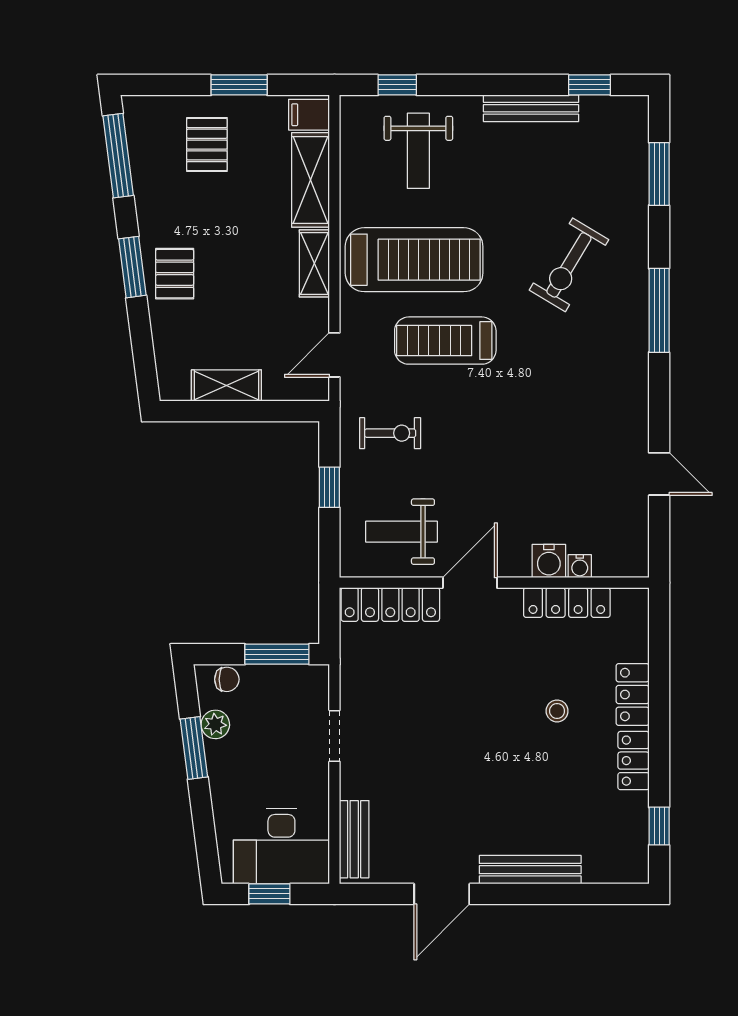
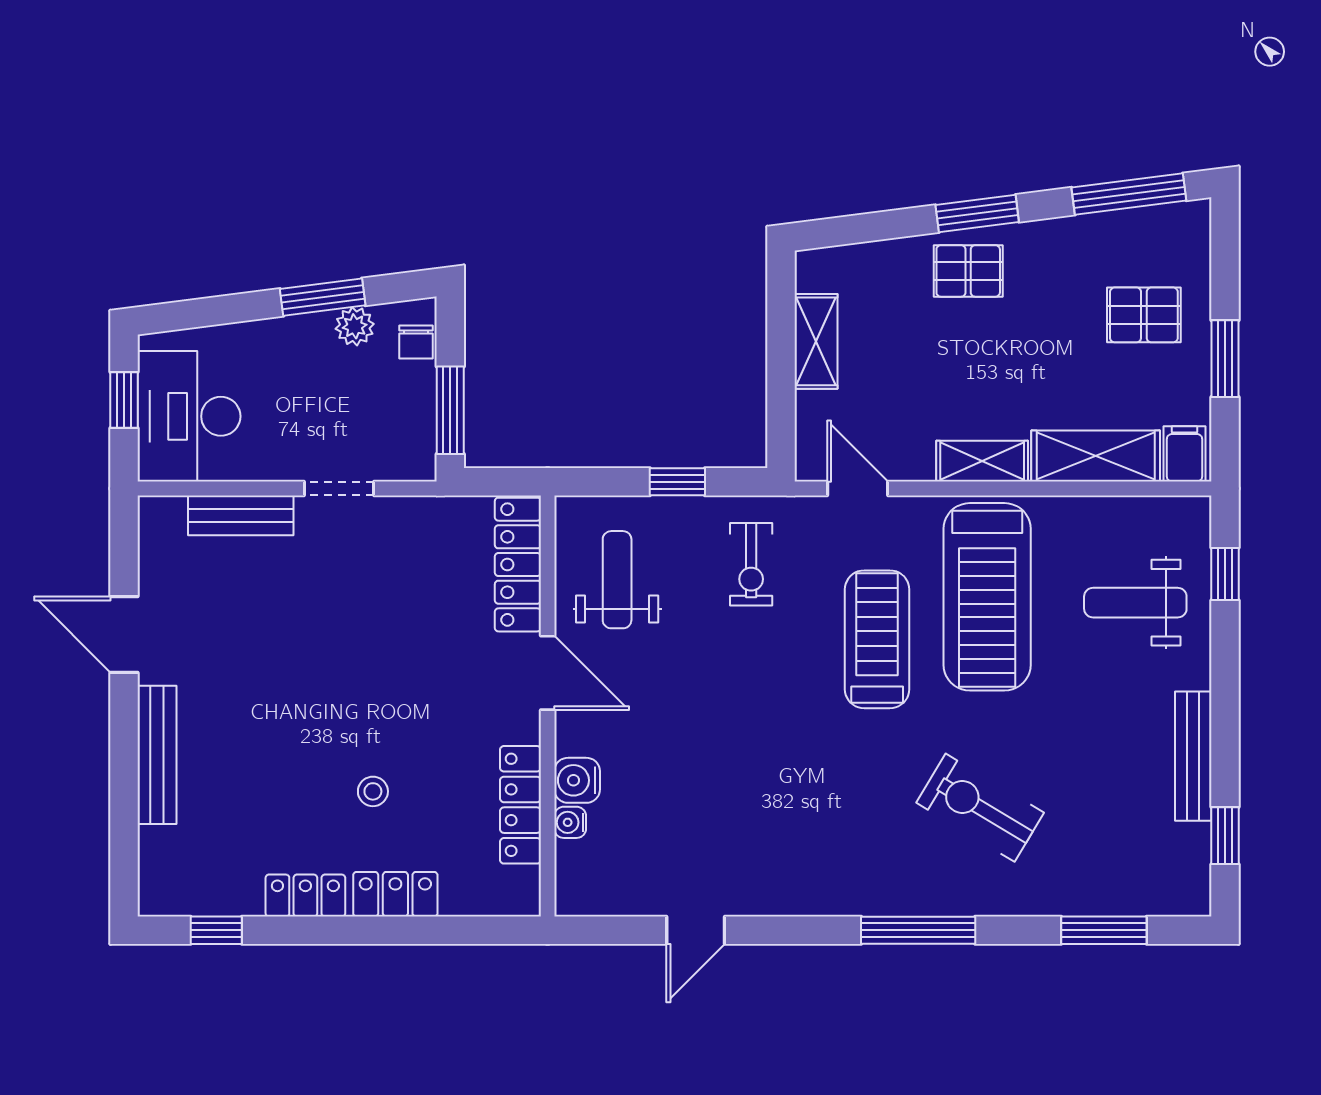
bench: (354, 839) -> (241, 515), moved

